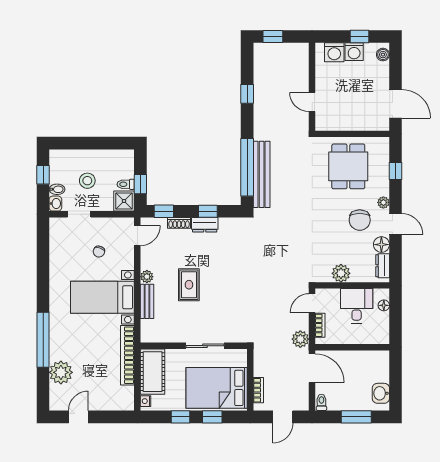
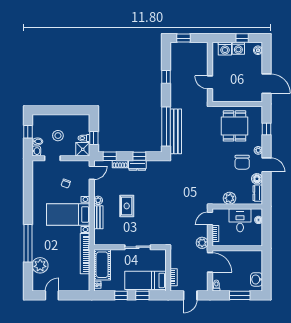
bed: (217, 388) -> (145, 280), width x0.67

